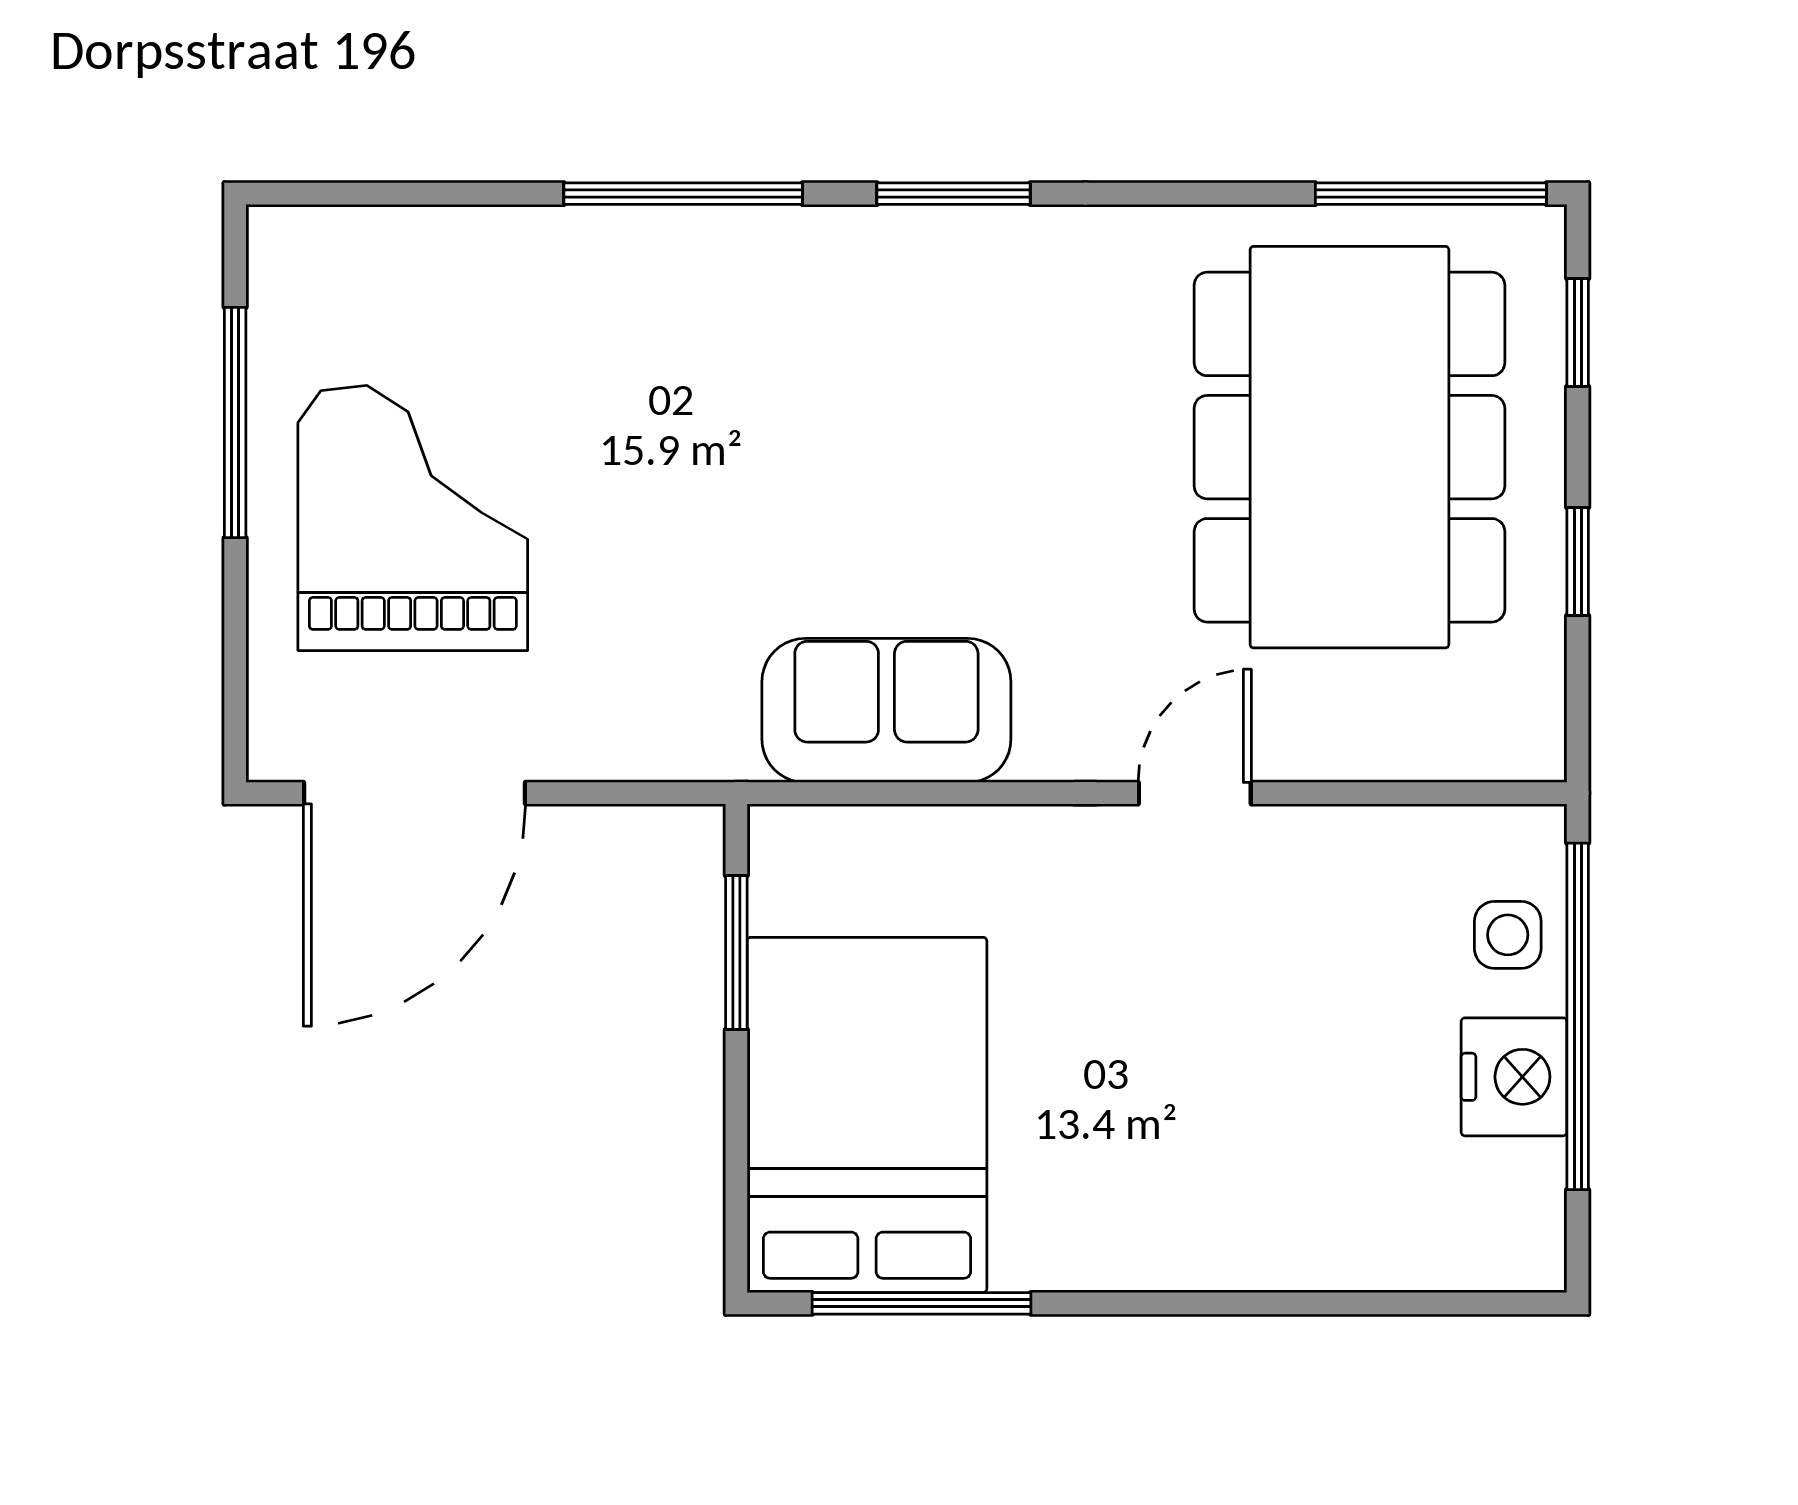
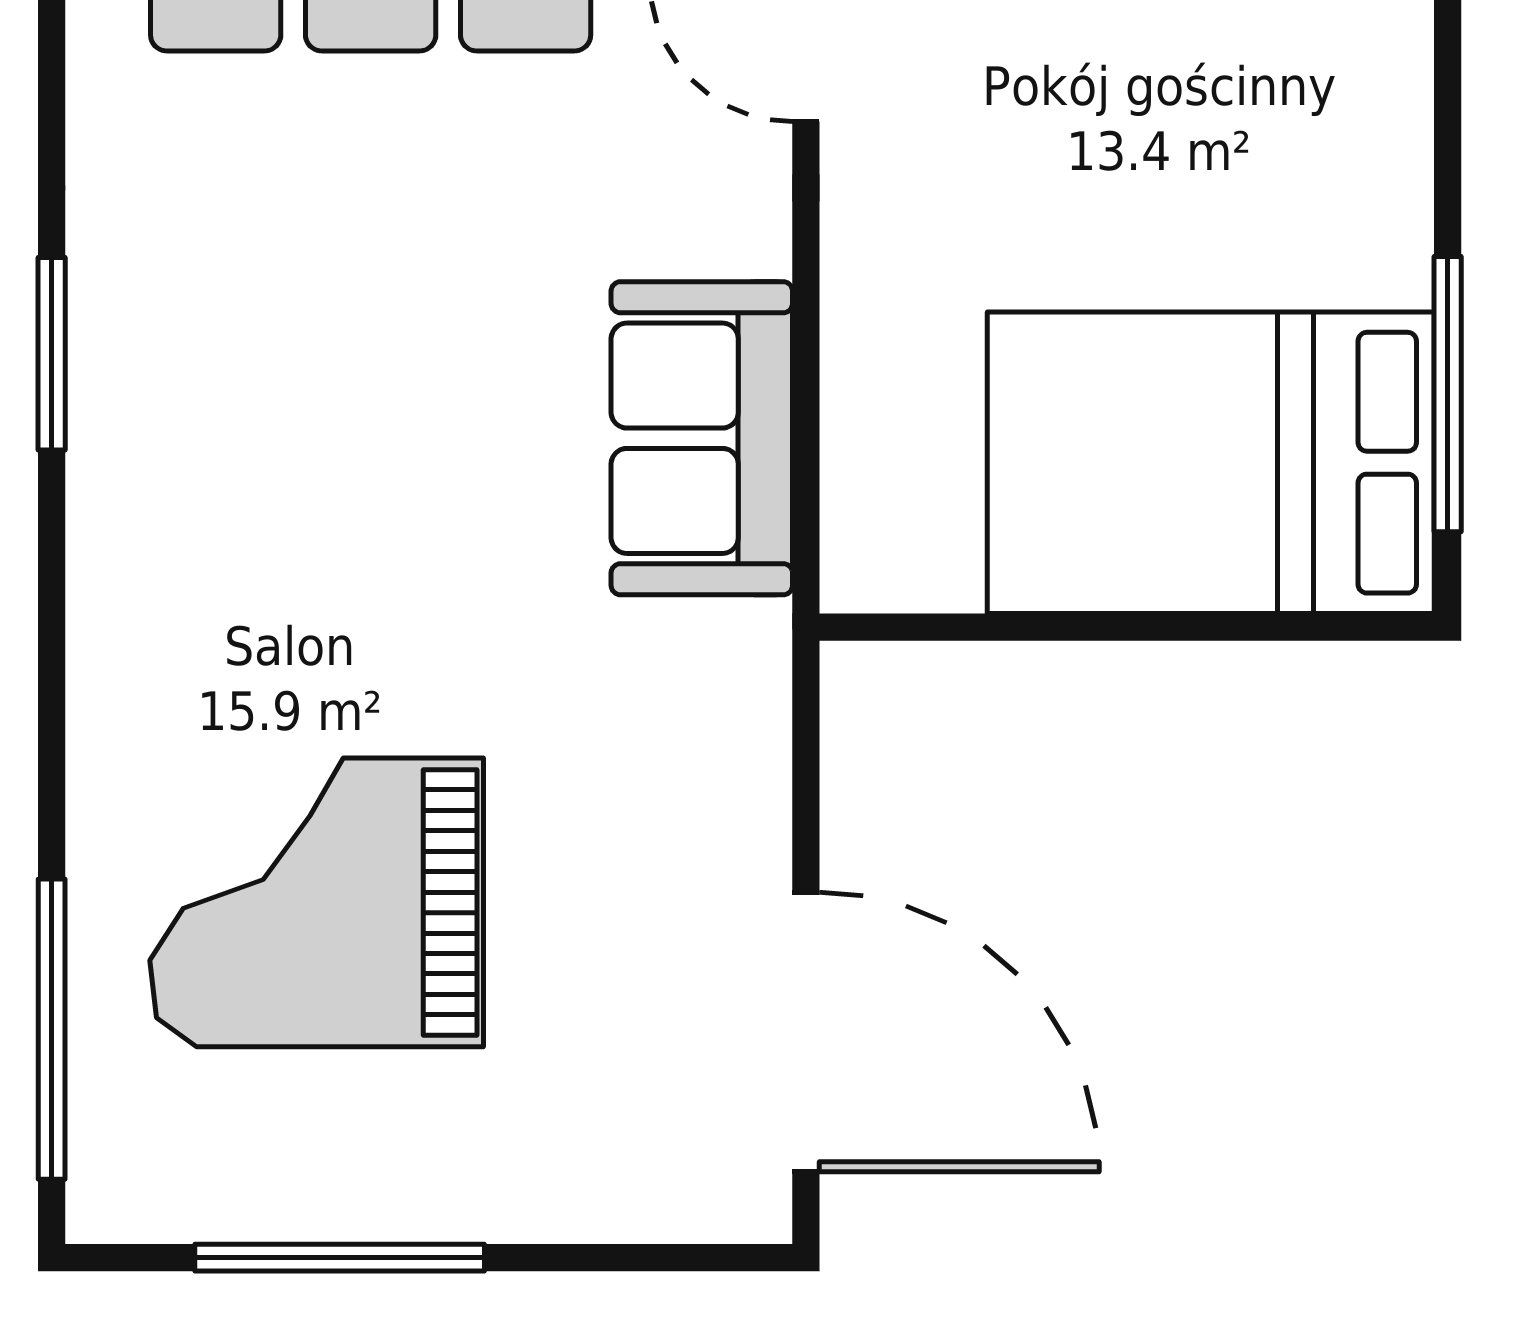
window: (683, 194) -> (52, 1029), moved
grand piano: (413, 518) -> (317, 902), moved
window: (736, 953) -> (1006, 627), removed

